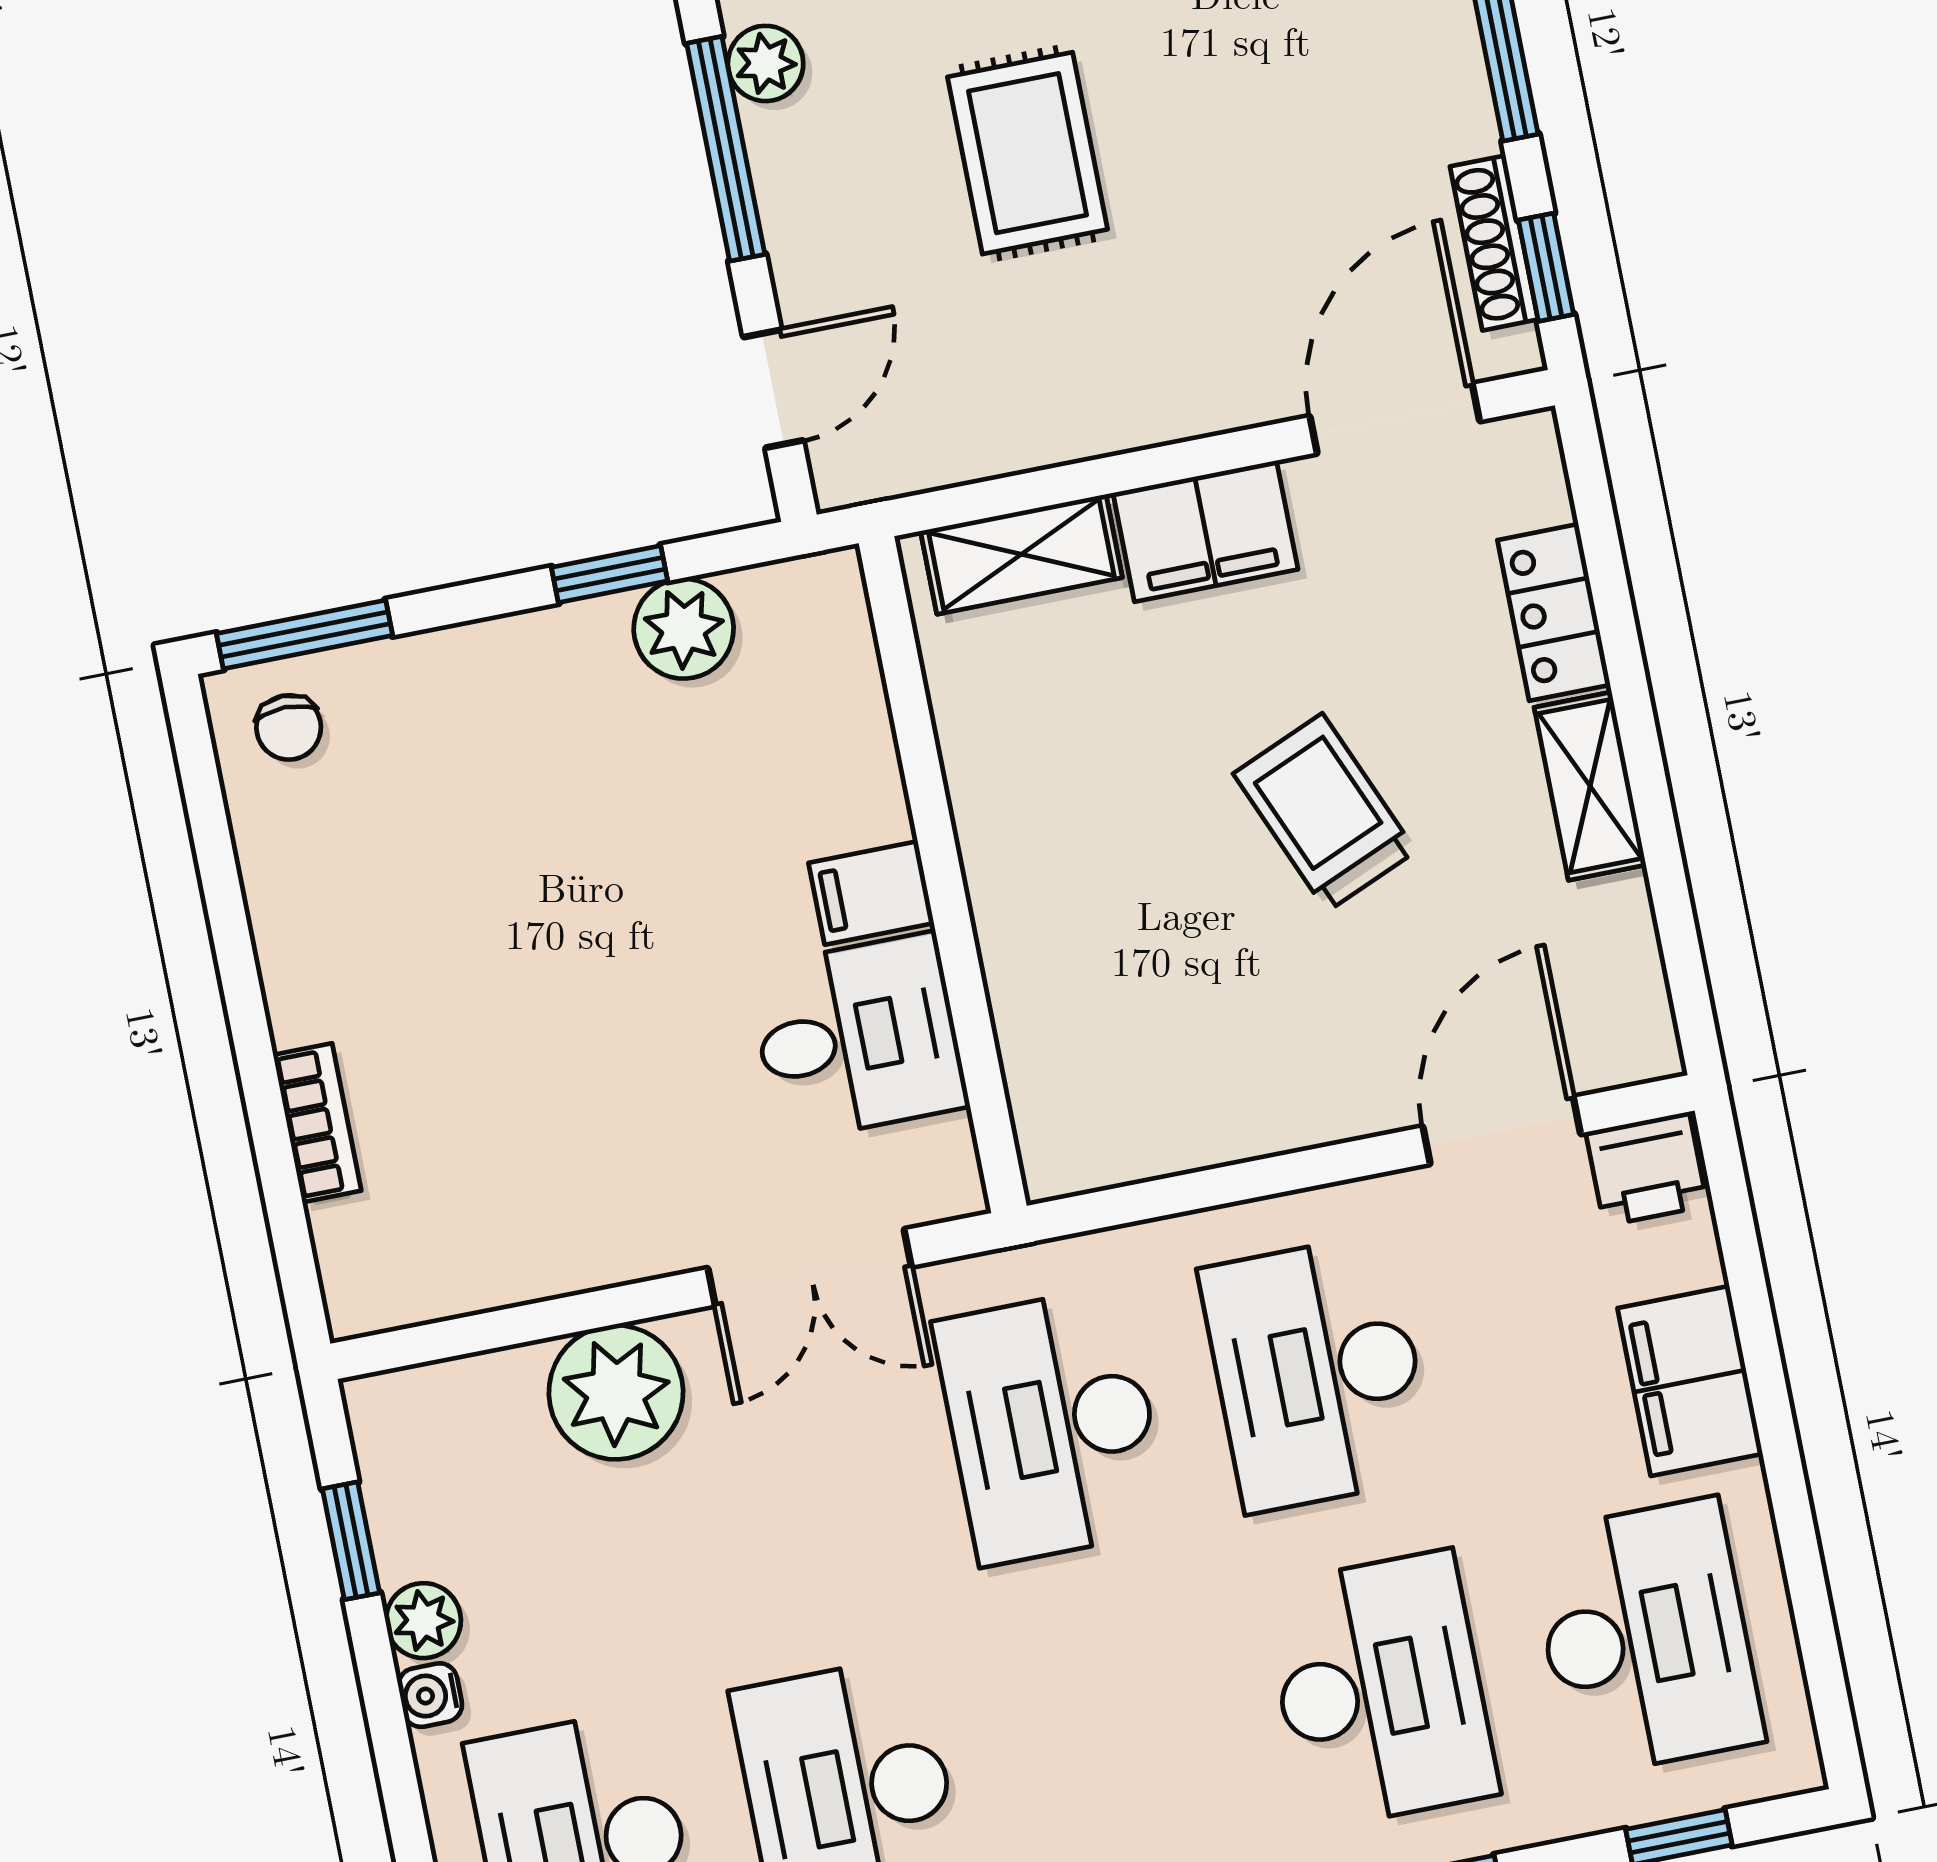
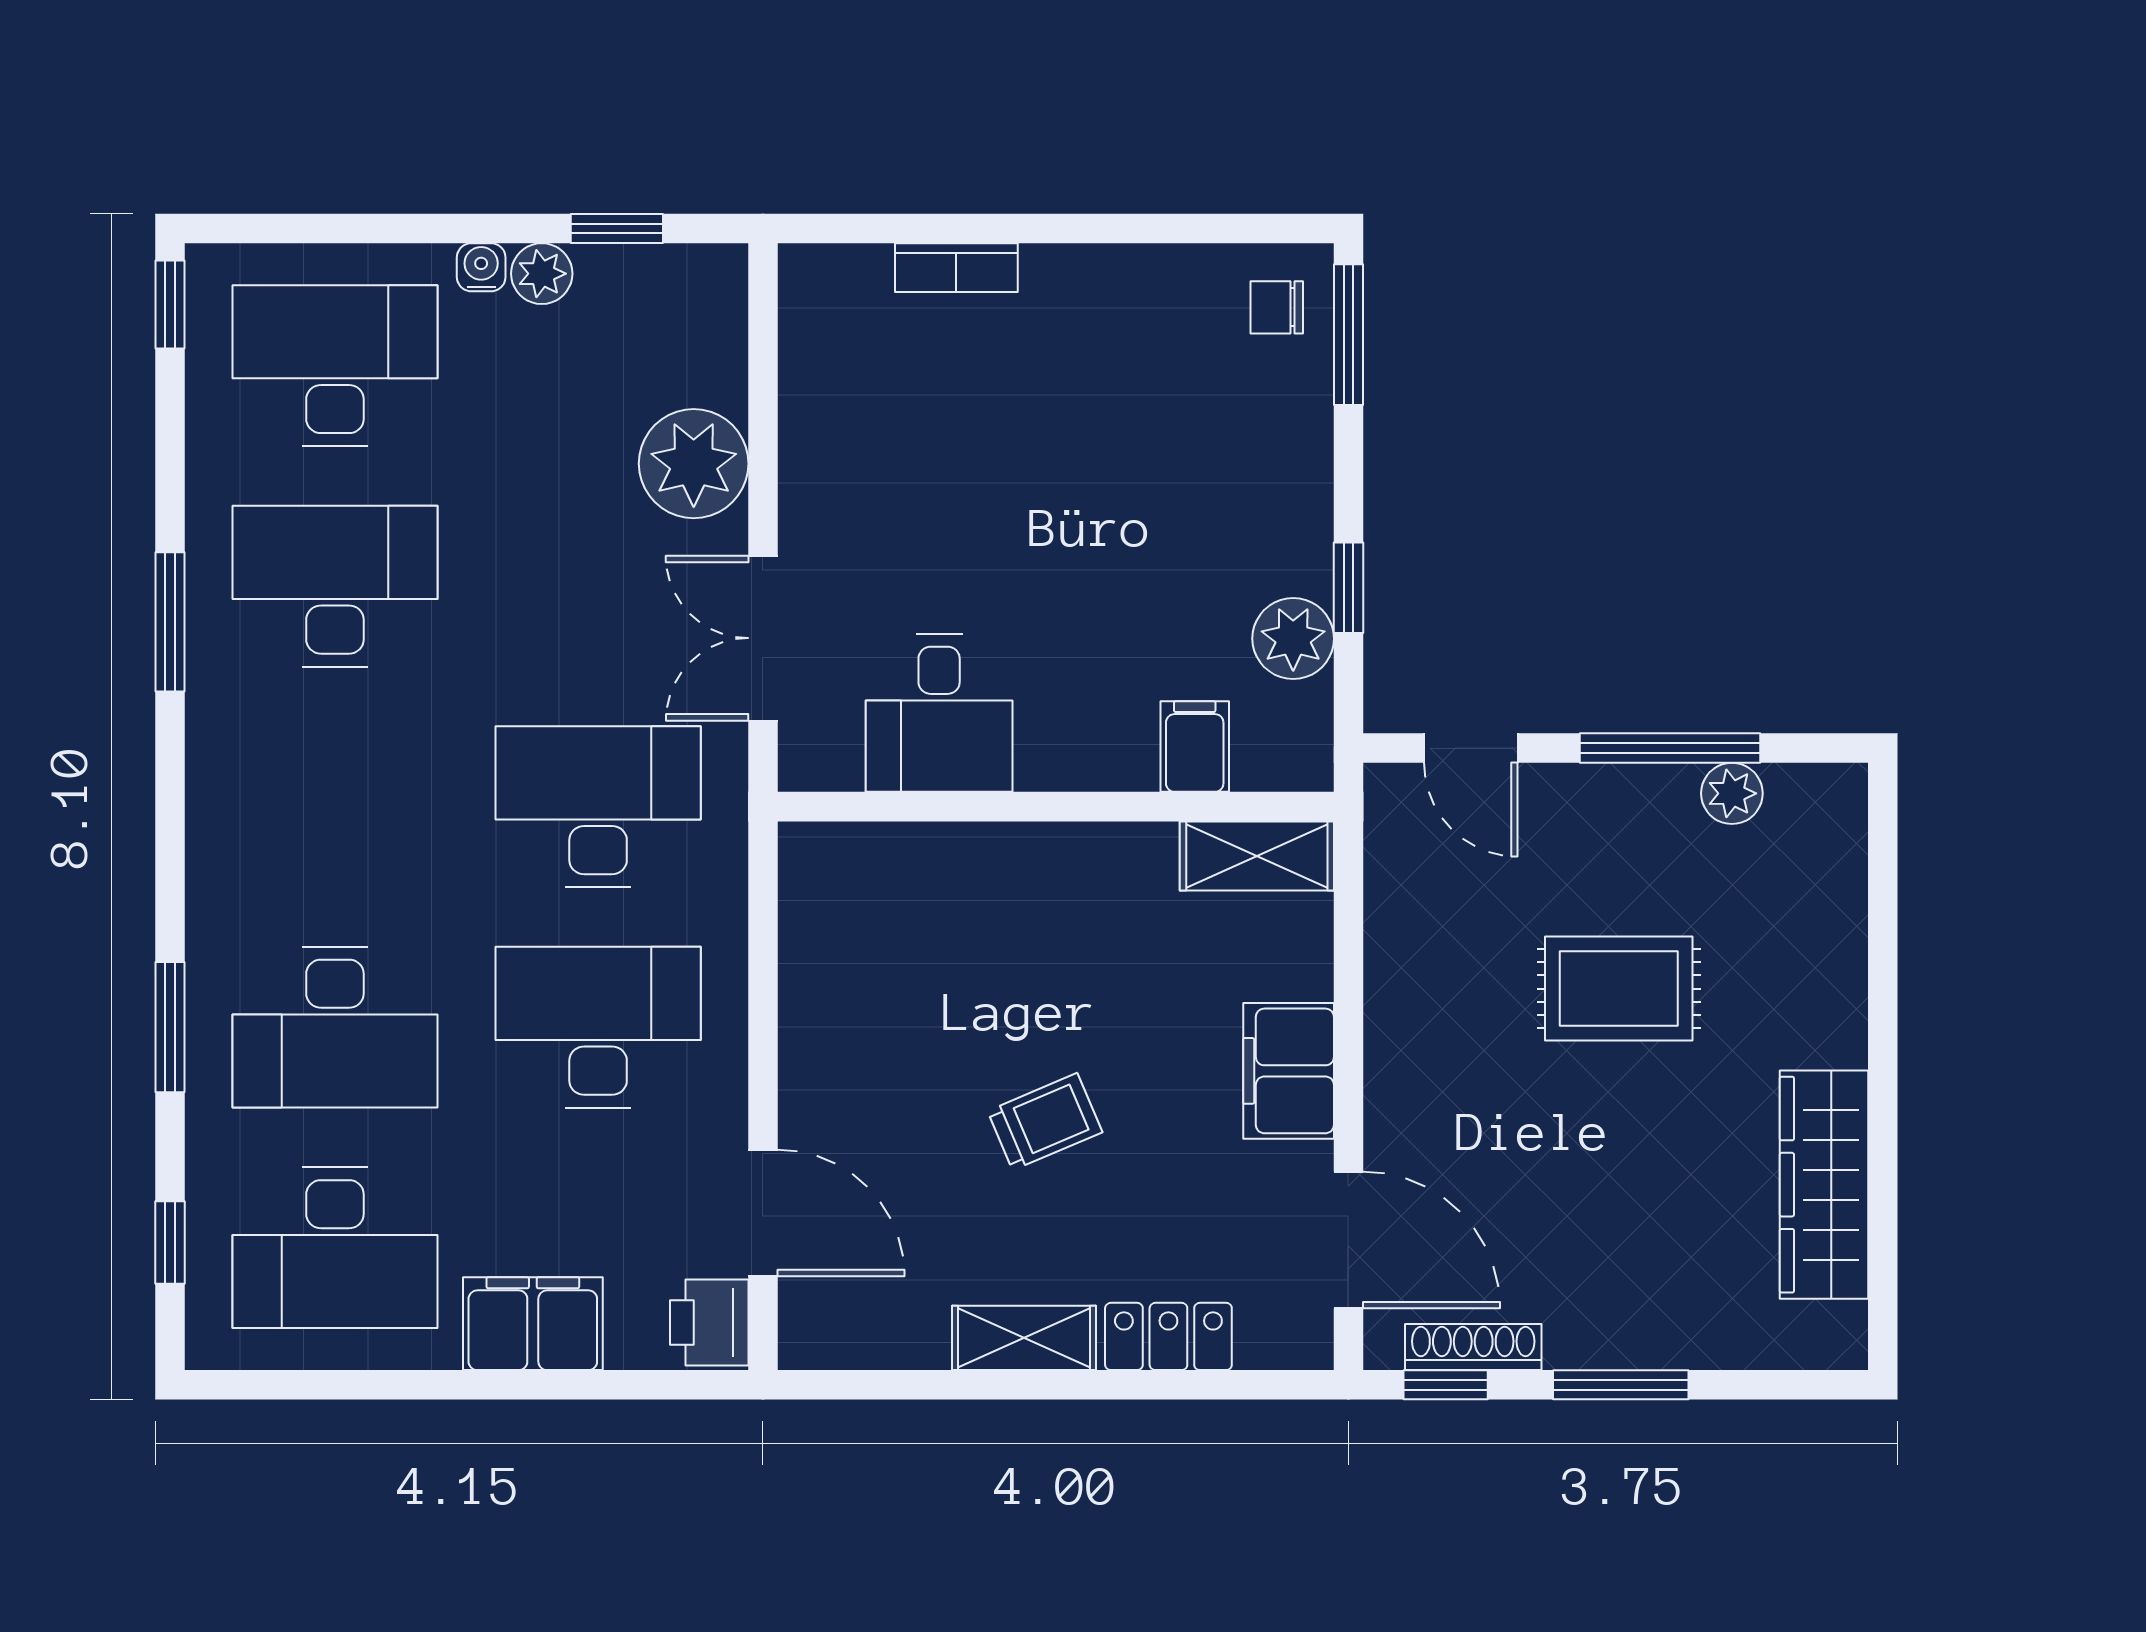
shelving: (1021, 554) -> (1257, 856), moved, turned 90
trolley: (1325, 812) -> (1045, 1122), width x0.73, depth x0.72
filing cabinet: (871, 893) -> (1195, 747), moved

